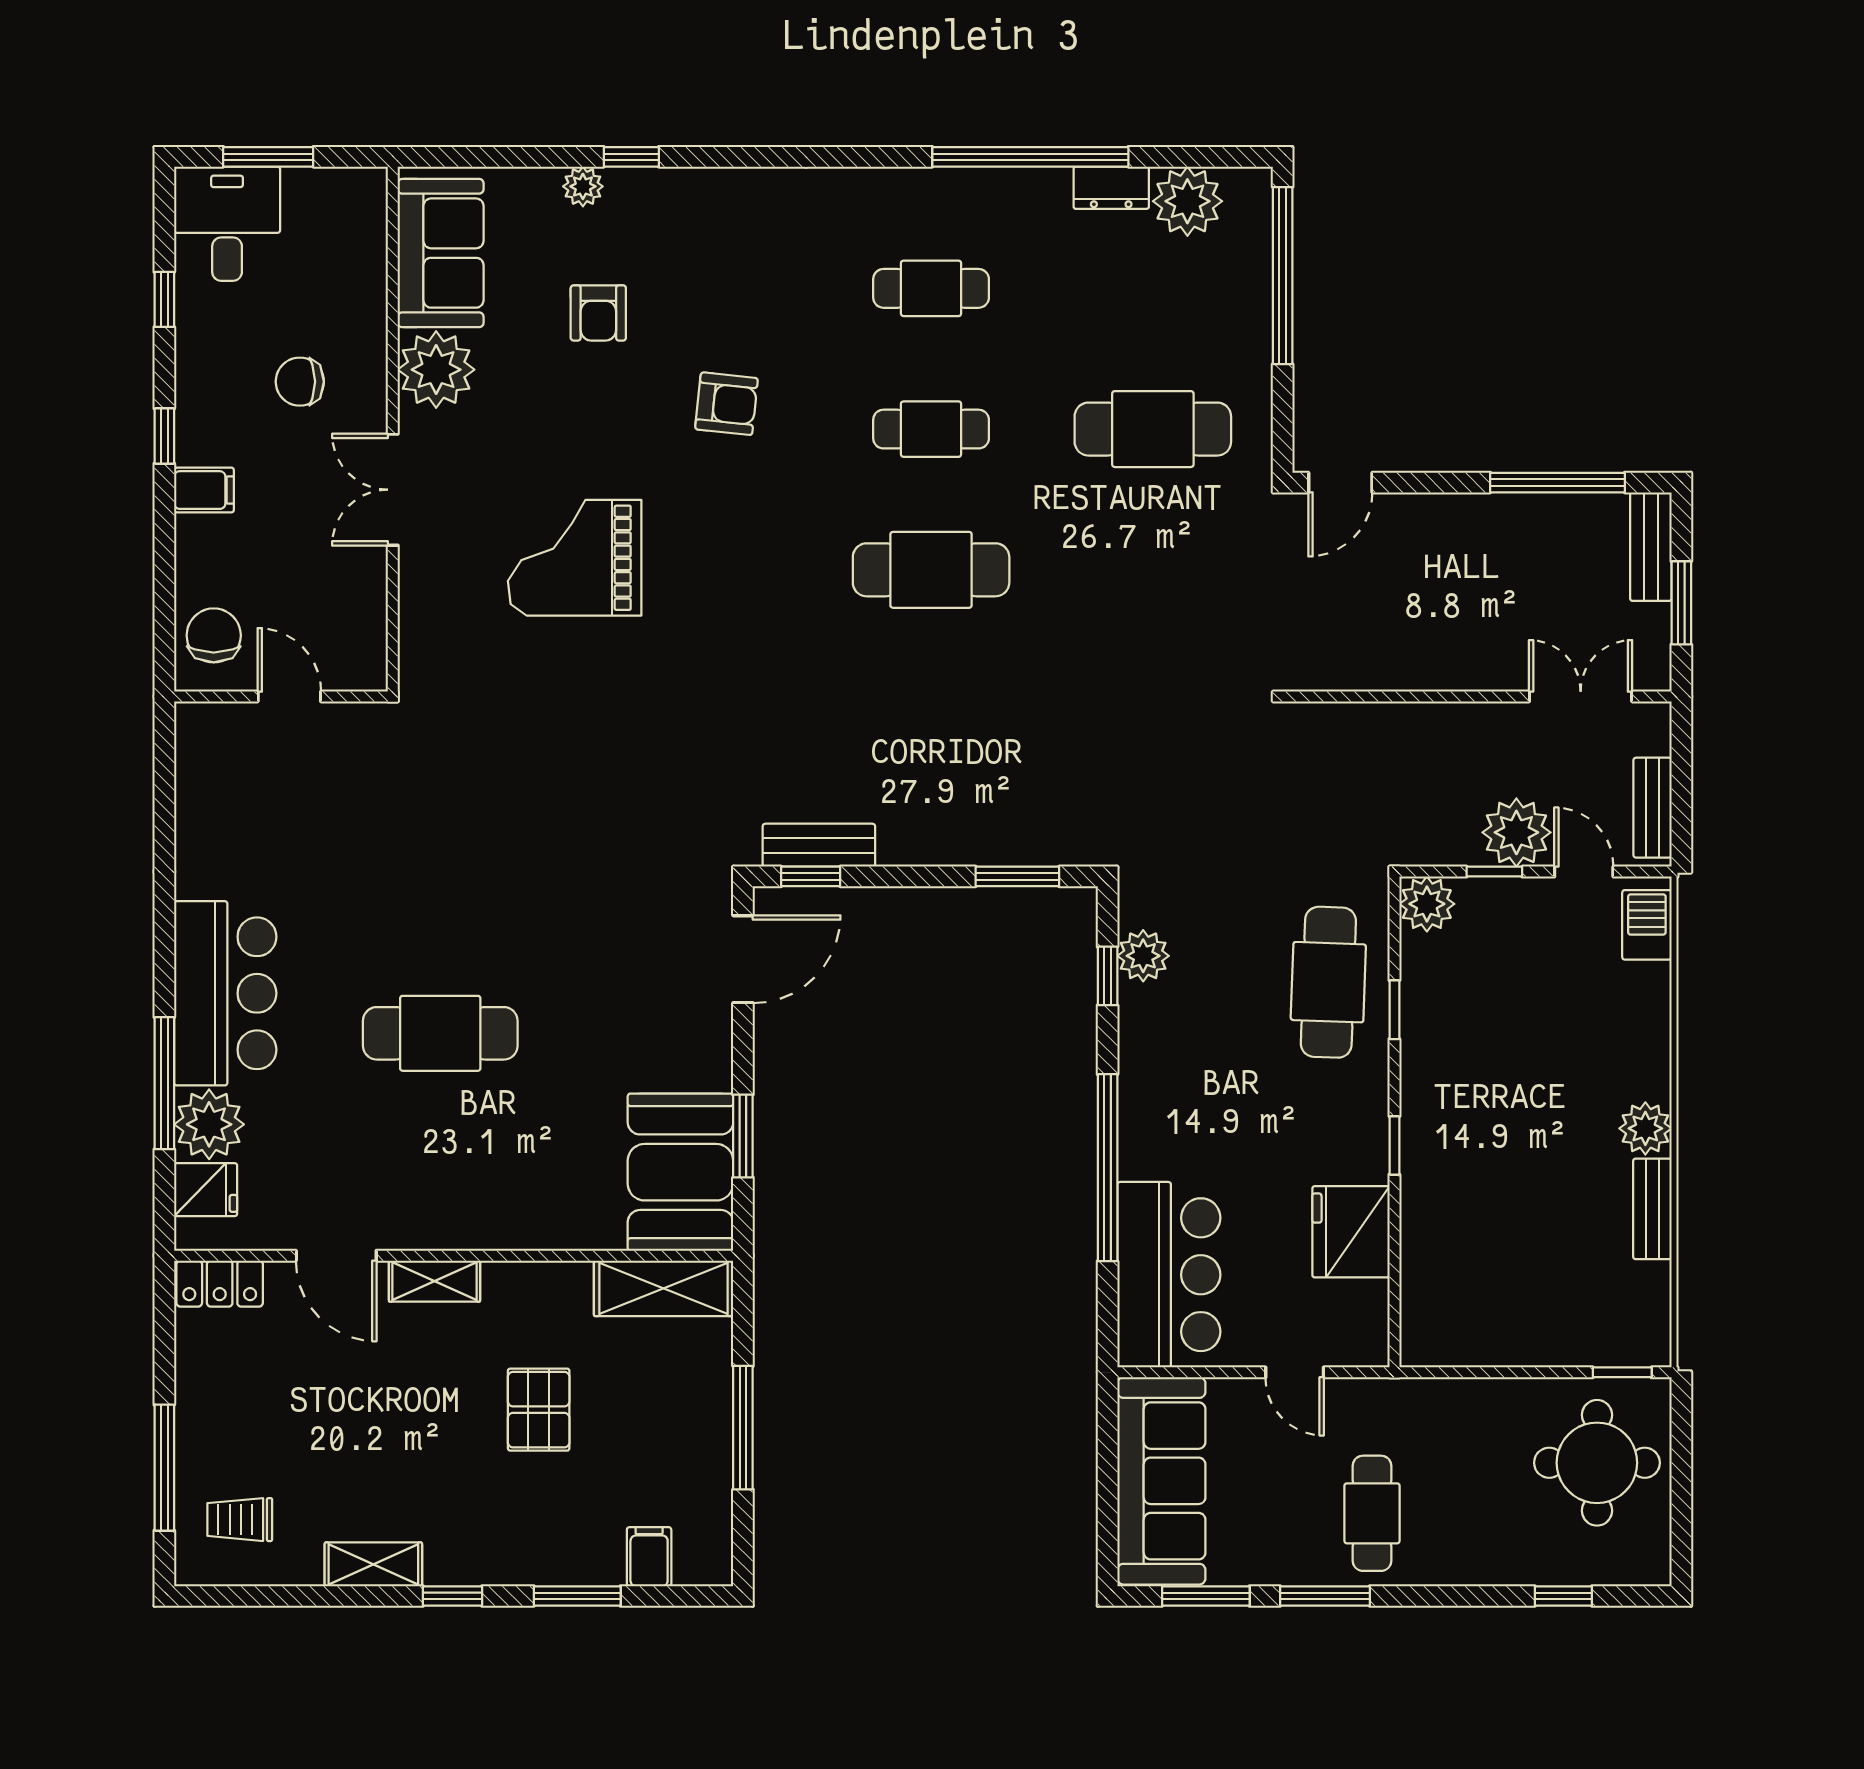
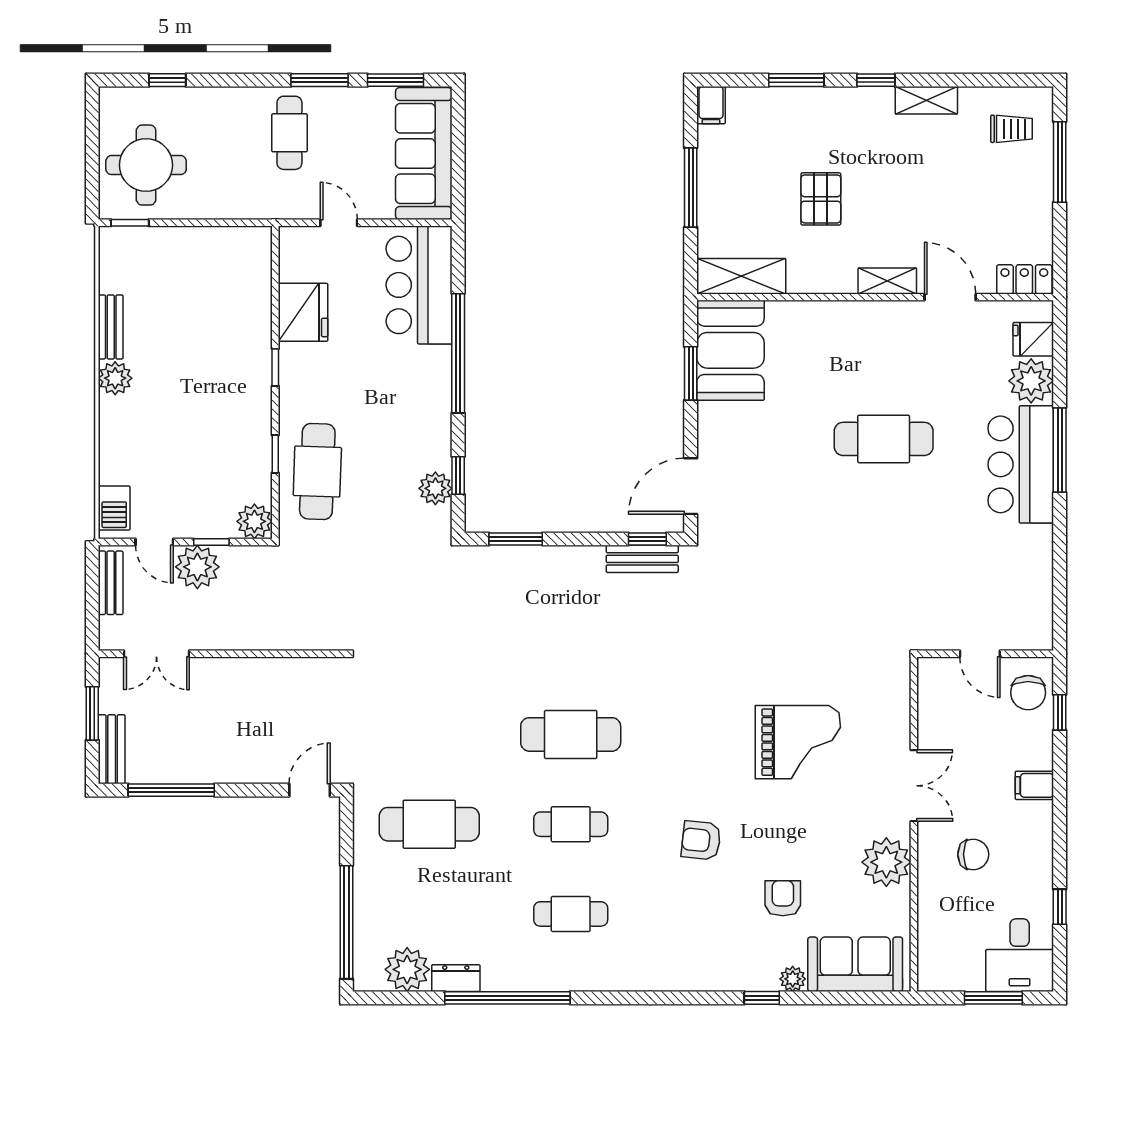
sofa: (441, 253) -> (855, 964), moved, turned 90
window: (164, 436) -> (1060, 712), moved
window: (164, 1083) -> (1060, 450), moved
filing cabinet: (649, 1557) -> (711, 105), moved

